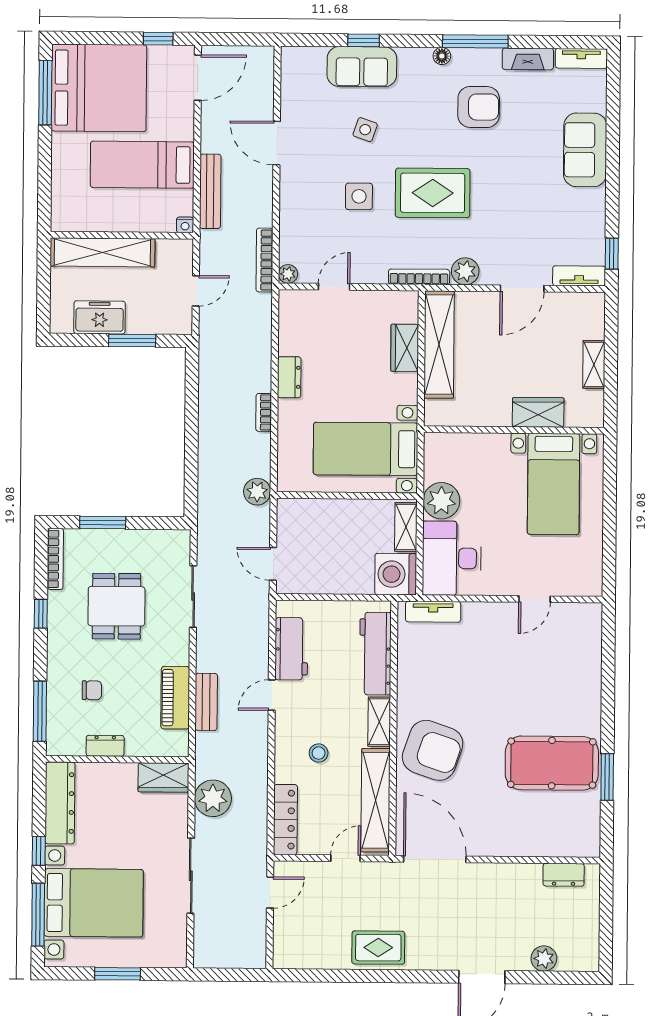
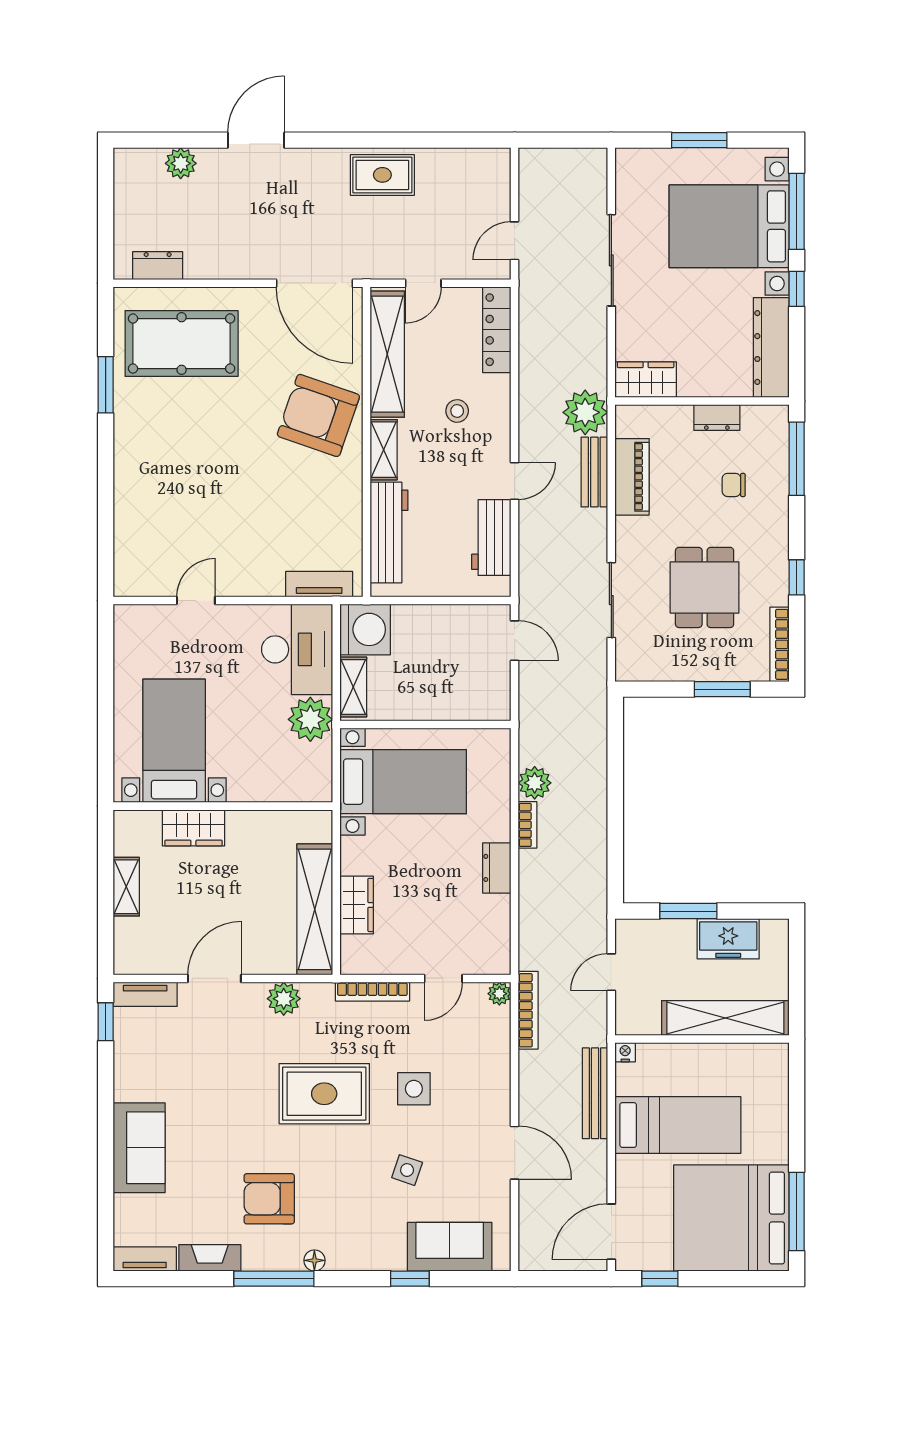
sofa: (362, 67) -> (450, 1247), moved
bookcase: (419, 277) -> (372, 992), moved
plant: (257, 492) -> (535, 783), moved
pool table: (552, 763) -> (182, 344), moved
plant: (213, 798) -> (585, 412), moved

